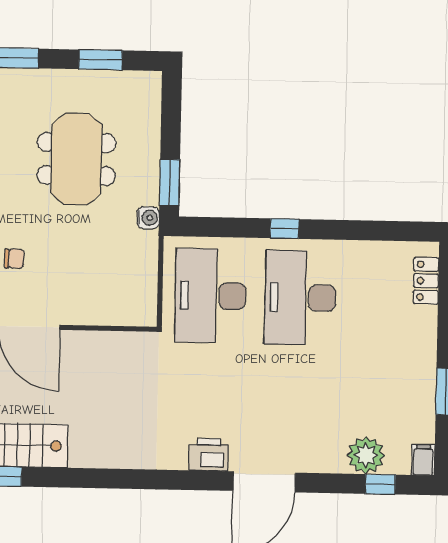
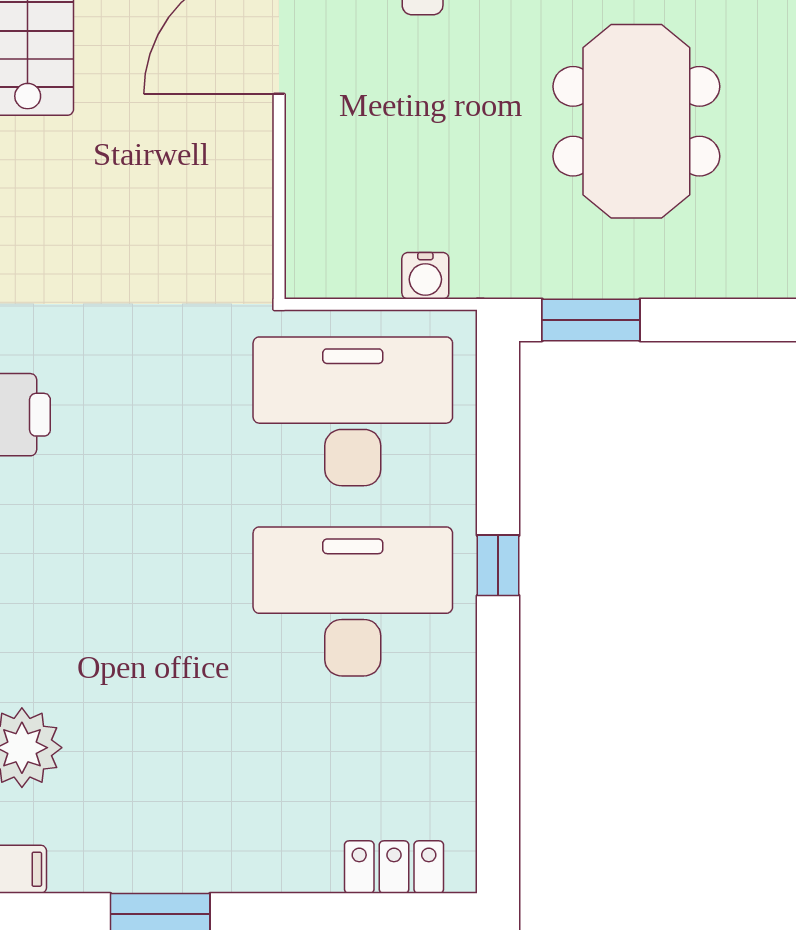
meeting table: (76, 159) -> (636, 121), turned 90
water cooler: (148, 218) -> (425, 276), moved

